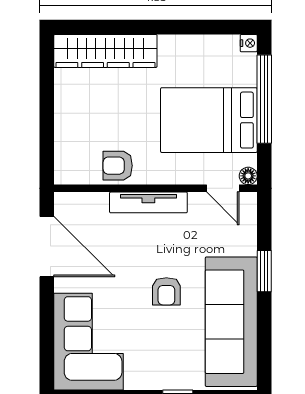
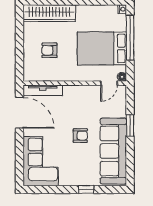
armchair: (118, 166) -> (49, 50), moved
door: (223, 188) -> (109, 83), hinge flipped
tv unit: (148, 202) -> (43, 90), moved
armchair: (166, 291) -> (80, 136), turned -90

